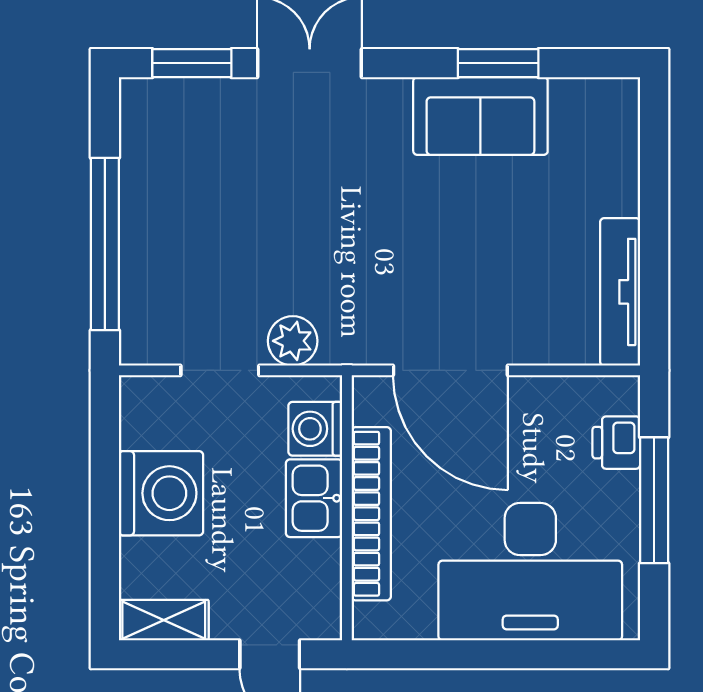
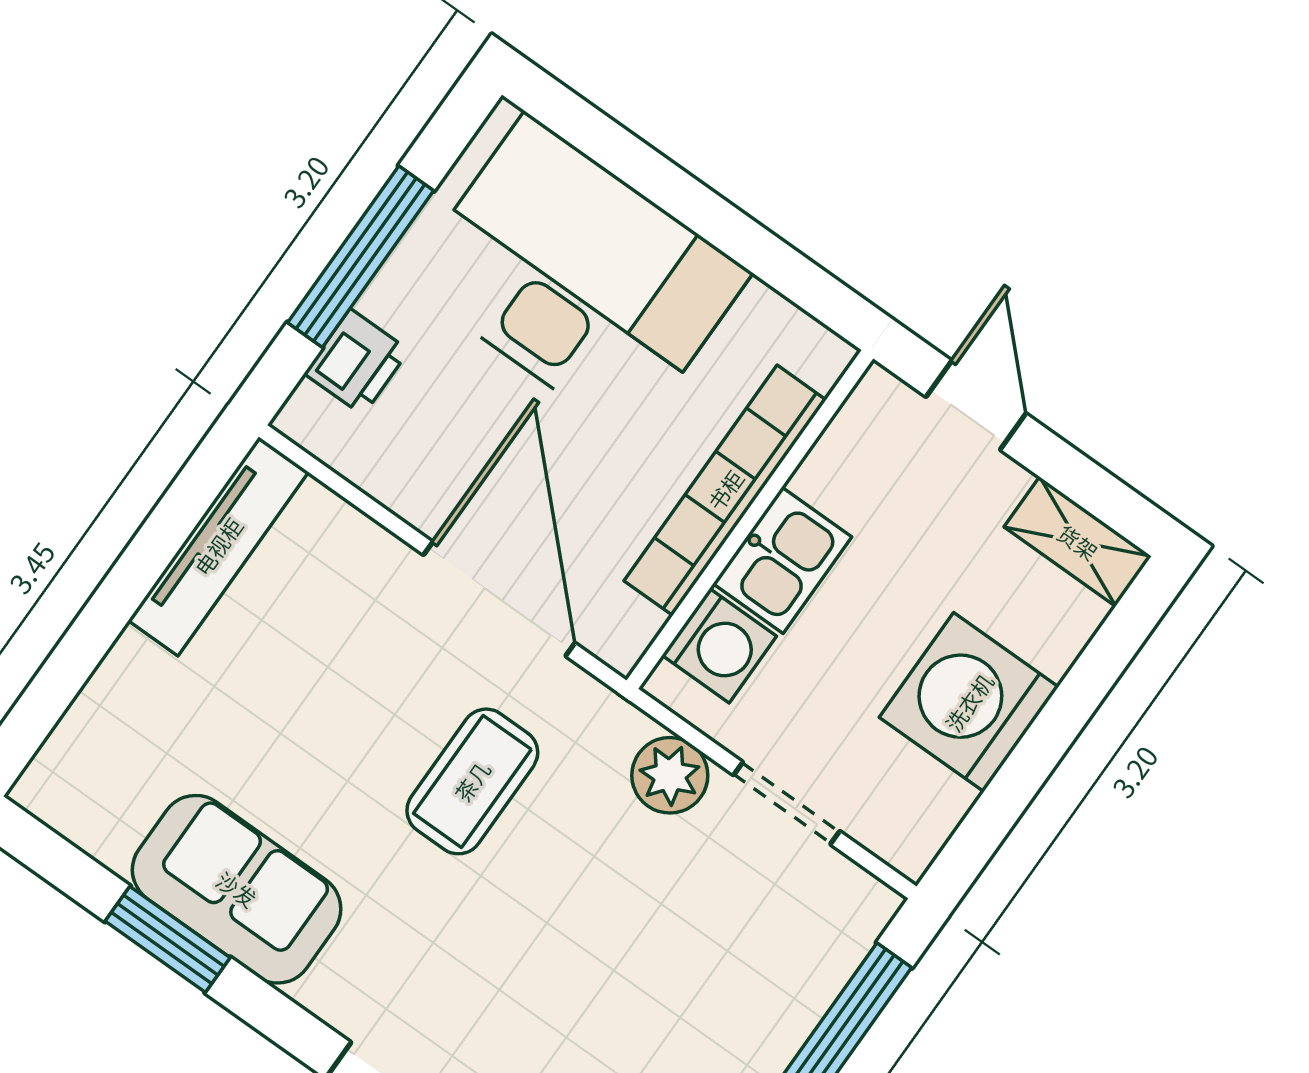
coffee table: (396, 263) -> (472, 781), added

